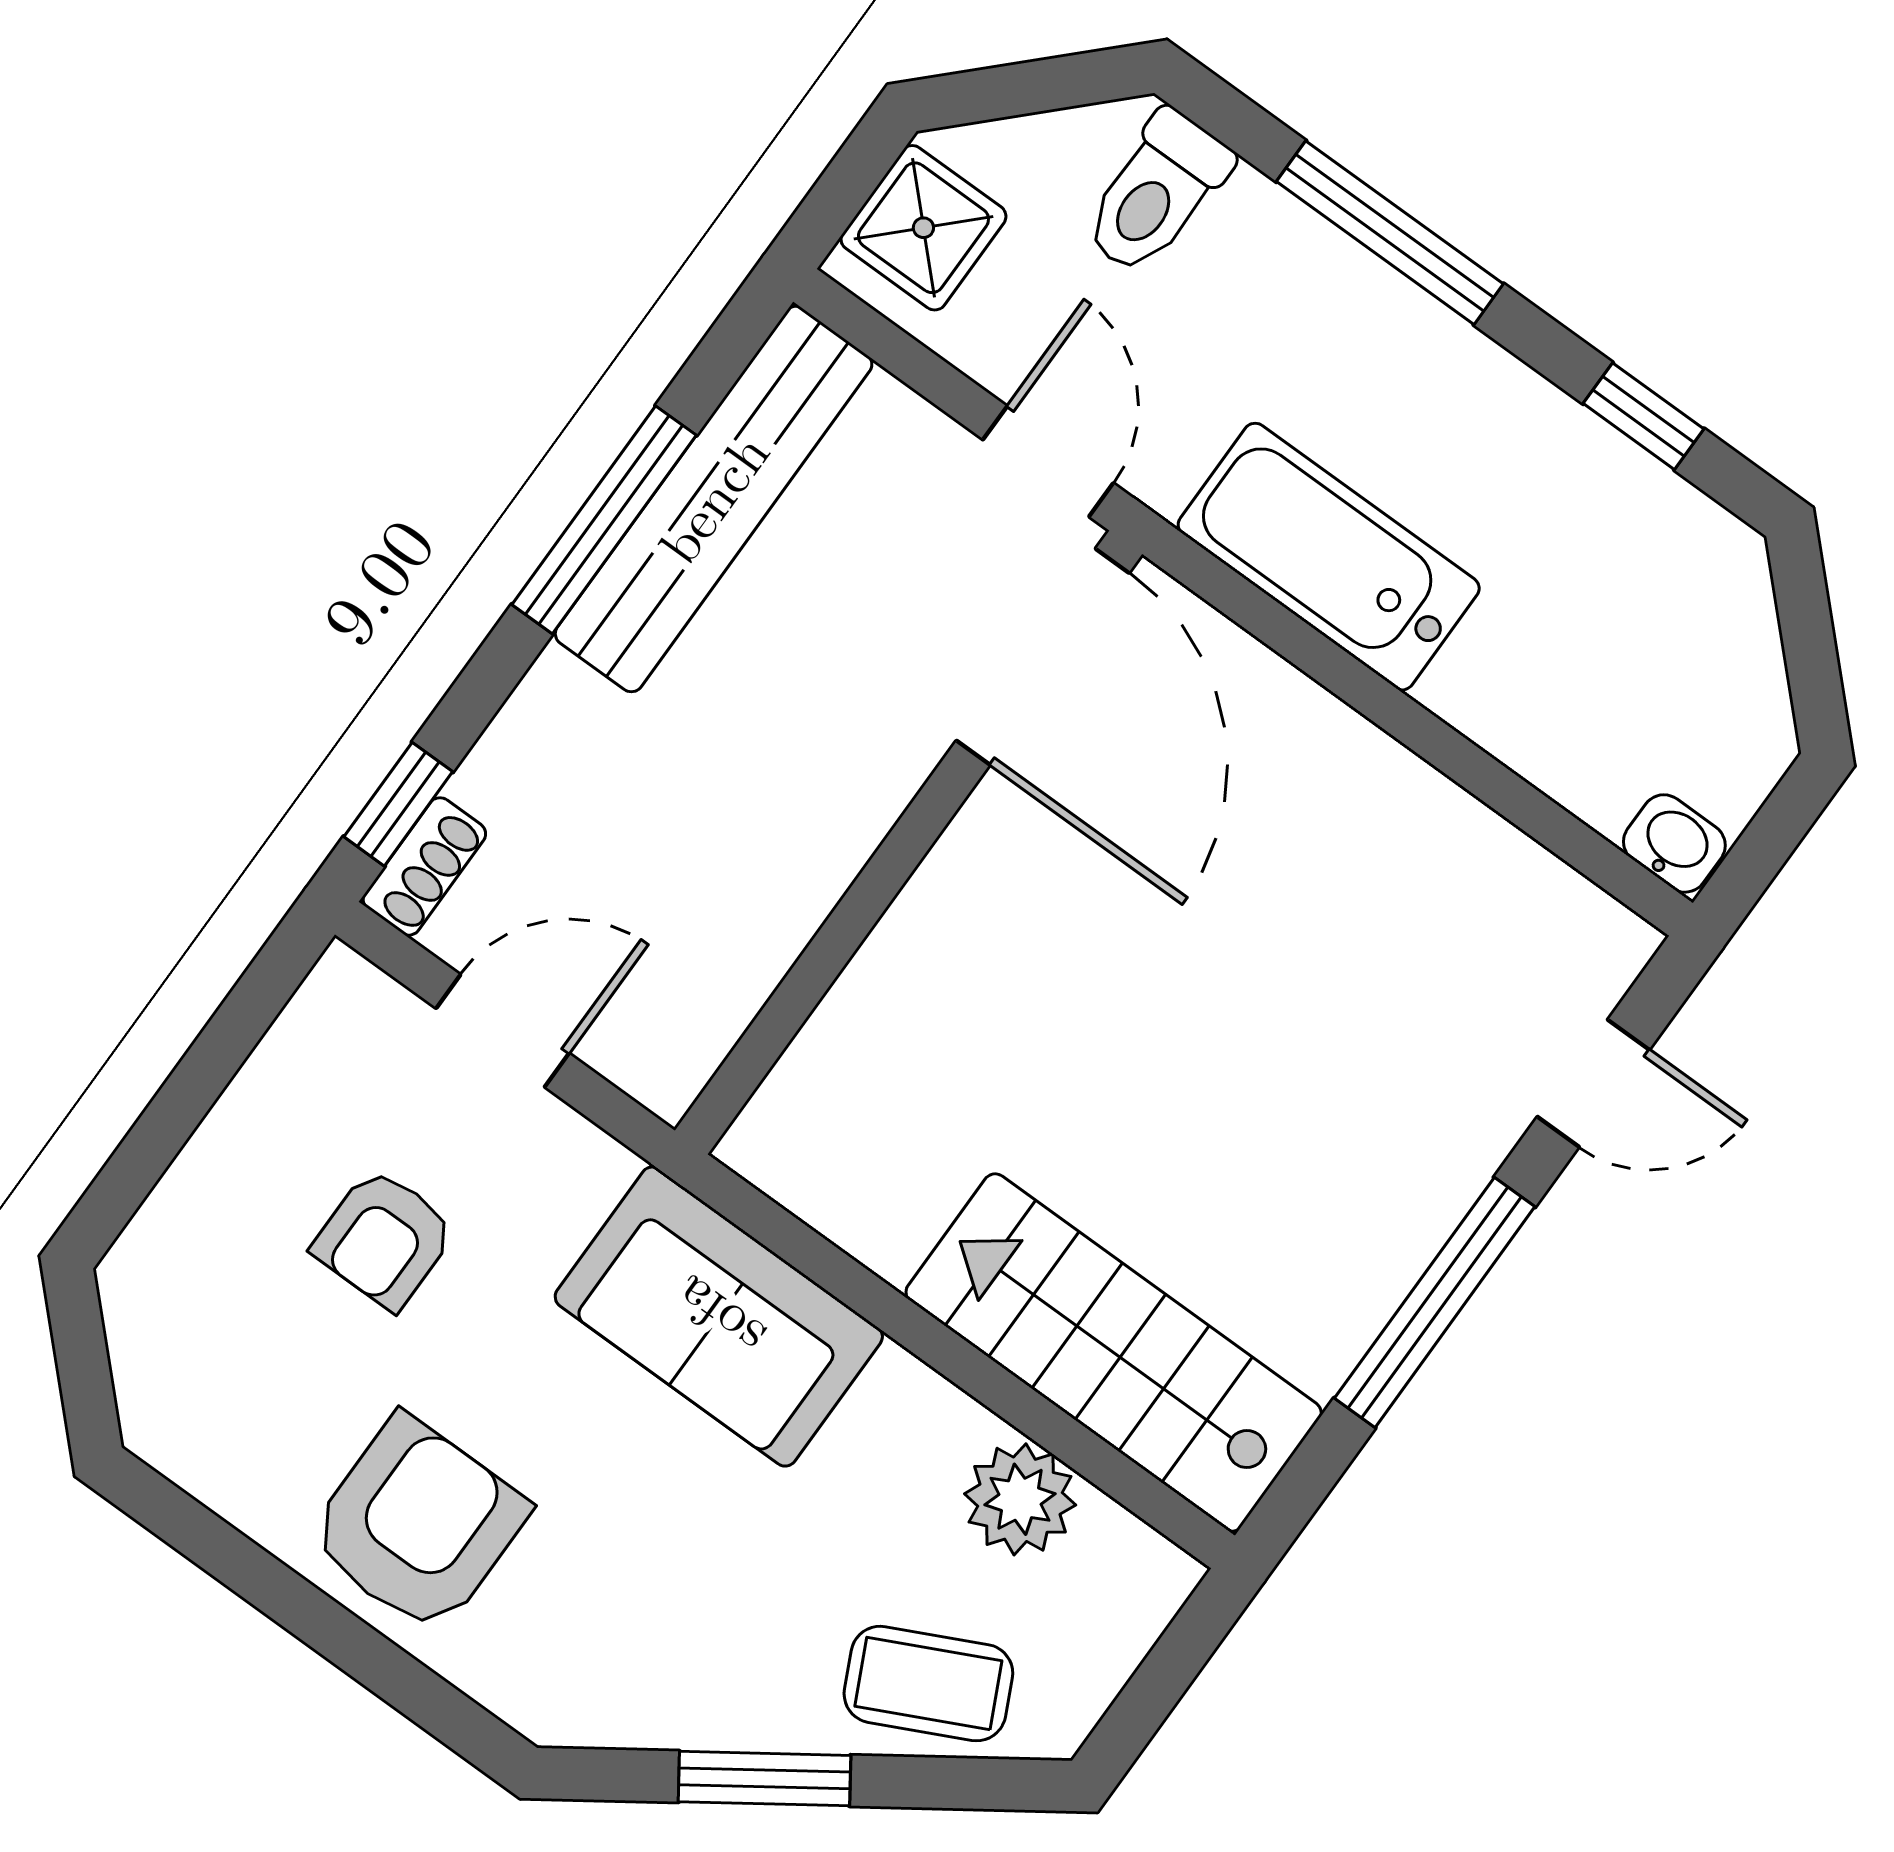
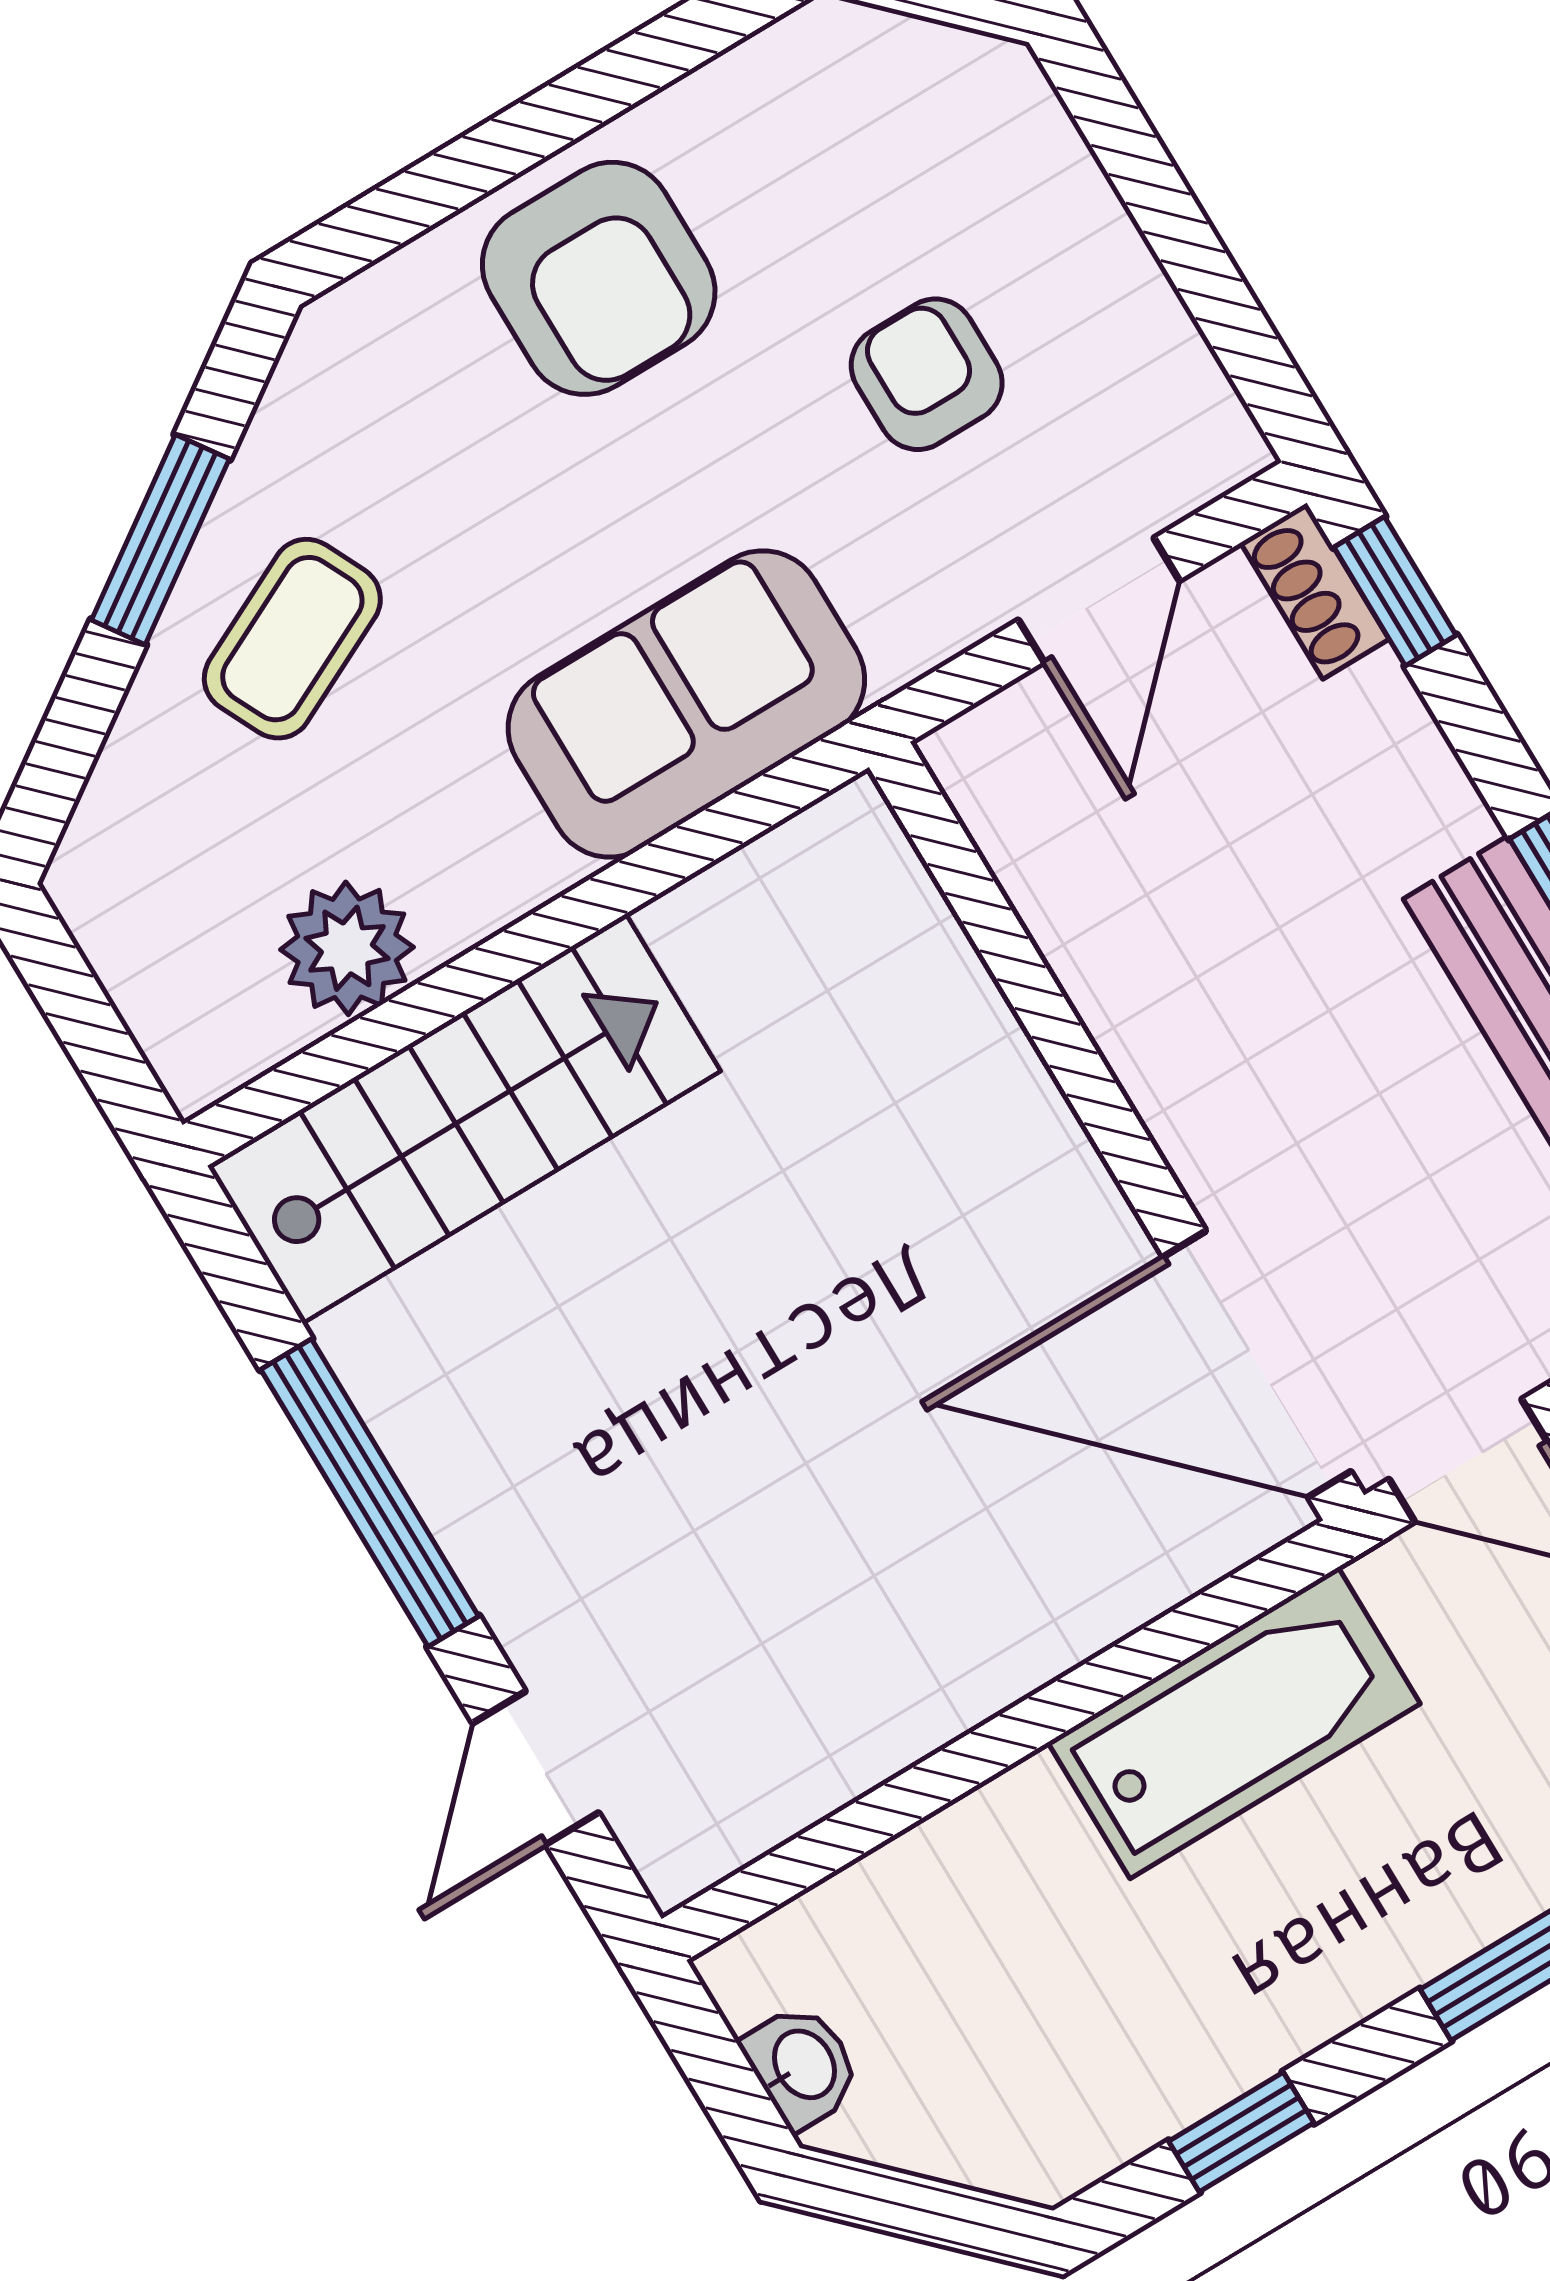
washbasin: (1674, 843) -> (802, 2066), moved, turned -90
coffee table: (928, 1684) -> (292, 639), moved

